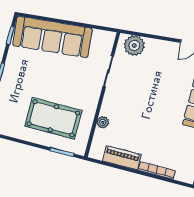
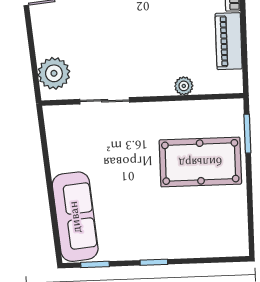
sofa: (53, 37) -> (75, 217), width x0.74, depth x0.79
pool table: (53, 118) -> (200, 162), turned 90

